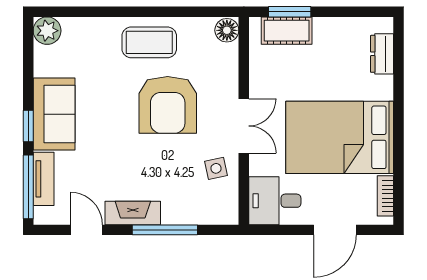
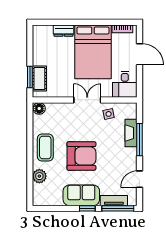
plant: (47, 31) -> (39, 176), moved
dresser: (382, 54) -> (64, 31), moved
armchair: (168, 105) -> (81, 156), moved
fireplace: (133, 213) -> (131, 133), moved

